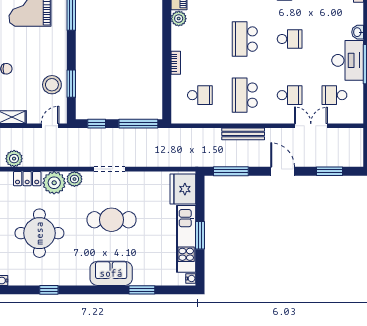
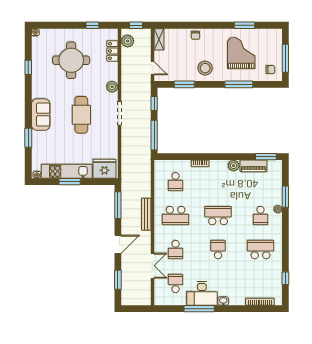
school desk: (290, 39) -> (218, 250), turned 180
stool: (52, 85) -> (205, 68), moved
school desk: (245, 95) -> (176, 216), turned 180
plant: (54, 183) -> (109, 71), removed

